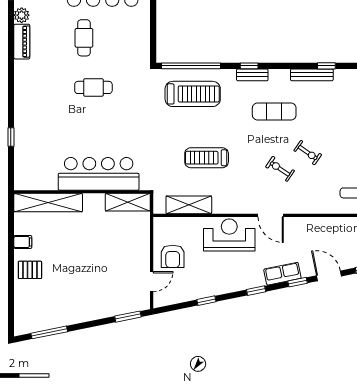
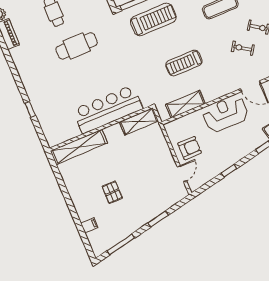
cafe table: (93, 87) -> (77, 46), width x1.37, depth x1.35
filing cabinet: (23, 242) -> (89, 225), moved
armchair: (173, 256) -> (190, 148), turned -90
pallet: (30, 270) -> (112, 192), moved, turned 90
window: (128, 317) -> (158, 219), moved

